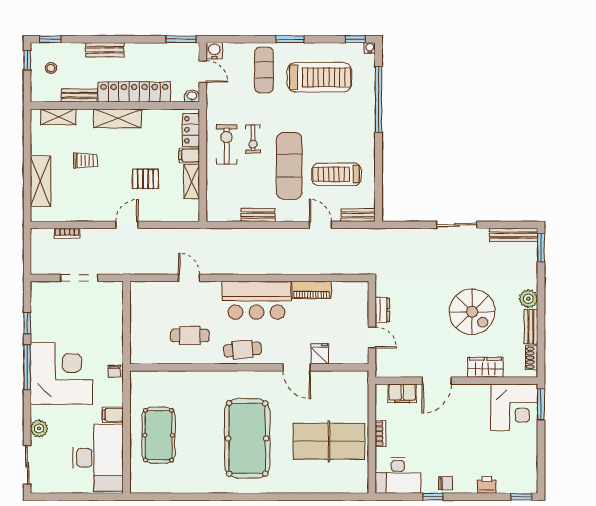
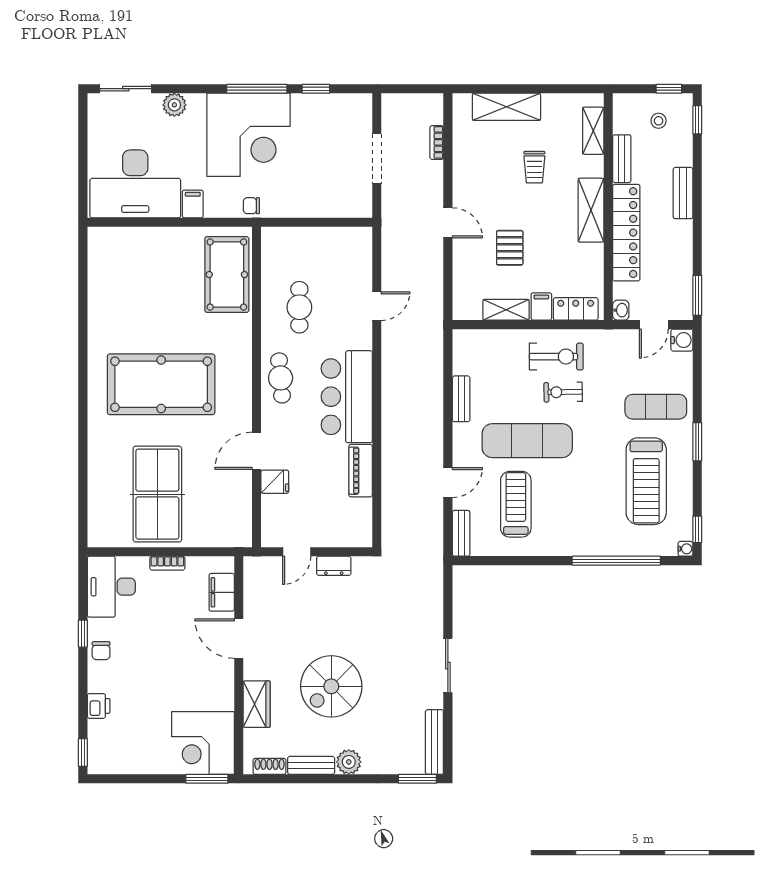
pool table: (159, 435) -> (227, 275), moved, turned 90

